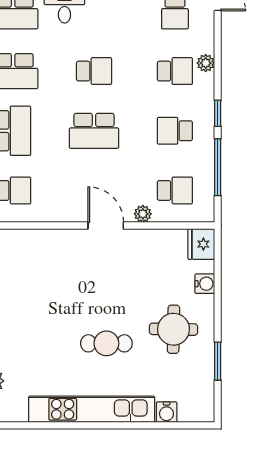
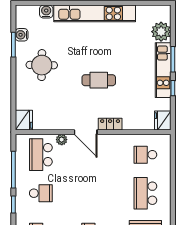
school desk: (94, 131) -> (93, 193), removed
school desk: (175, 190) -> (41, 155), width x1.85
locker: (68, 238) -> (110, 124), added
water cooler: (205, 284) -> (22, 35), moved
cafe table: (106, 343) -> (99, 80), moved

